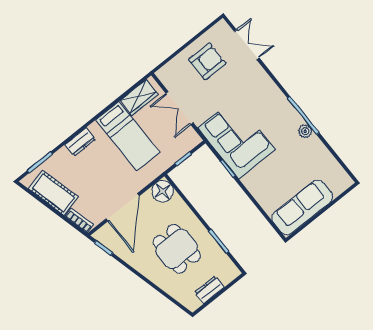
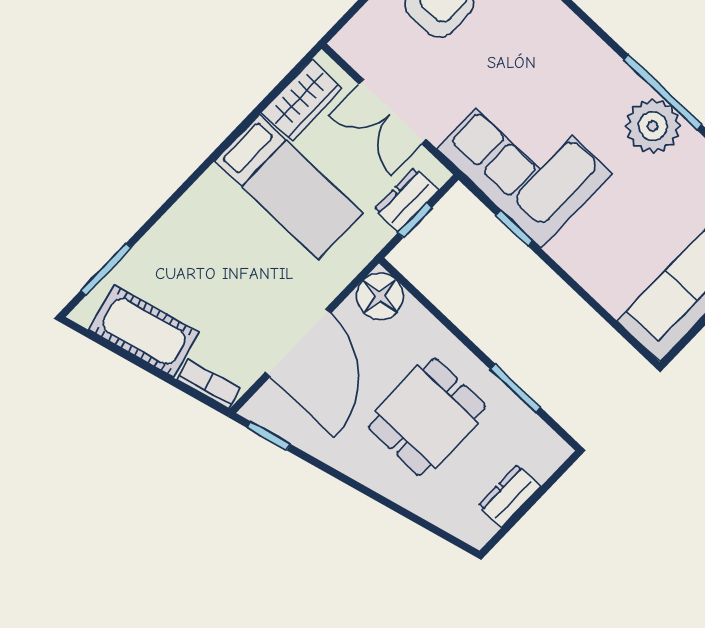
plant: (305, 131) -> (653, 126), width x1.87, depth x1.87
dresser: (80, 142) -> (406, 200), moved, turned 180
dining table: (177, 249) -> (427, 417), turned 90

